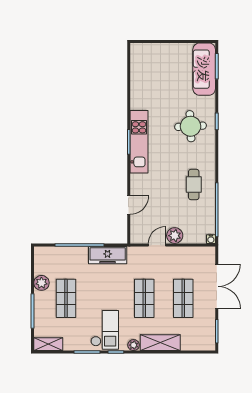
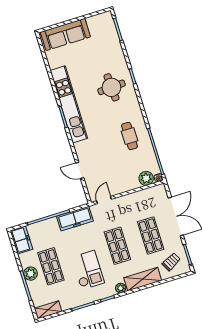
sofa: (204, 69) -> (65, 34), moved, turned -90
kitchen unit: (139, 142) -> (69, 104), width x1.36
door: (129, 205) -> (80, 170), swing flipped
plant: (175, 236) -> (146, 178), moved
door: (157, 245) -> (104, 200), moved
freezer: (43, 260) -> (21, 240), added
plant: (41, 283) -> (31, 274), moved
checkout: (105, 330) -> (88, 270), moved
trolley: (197, 334) -> (171, 262), added

